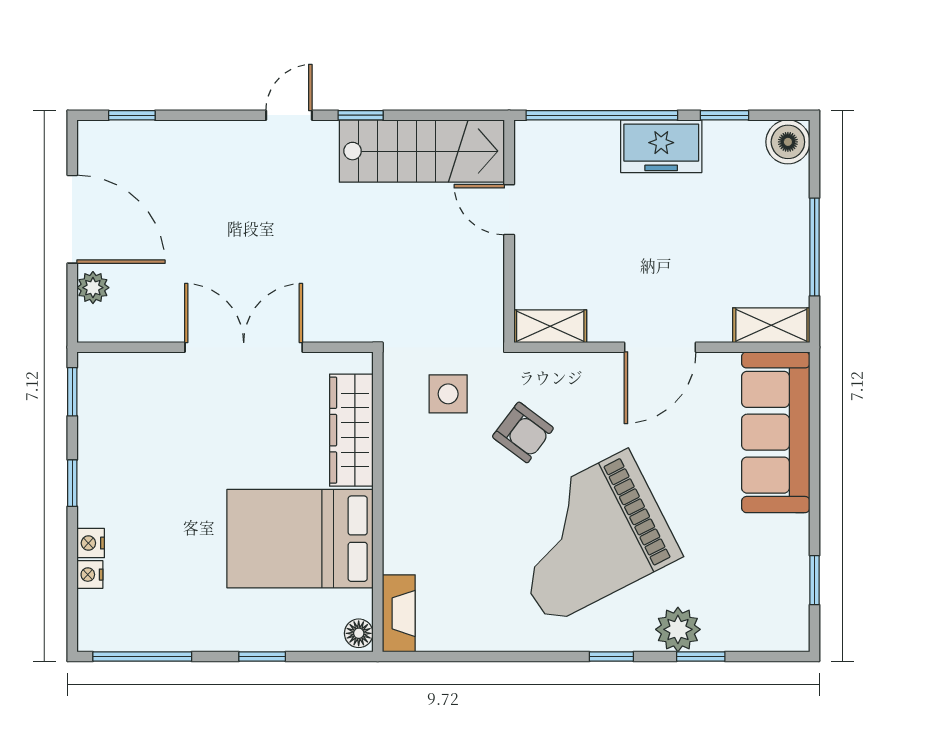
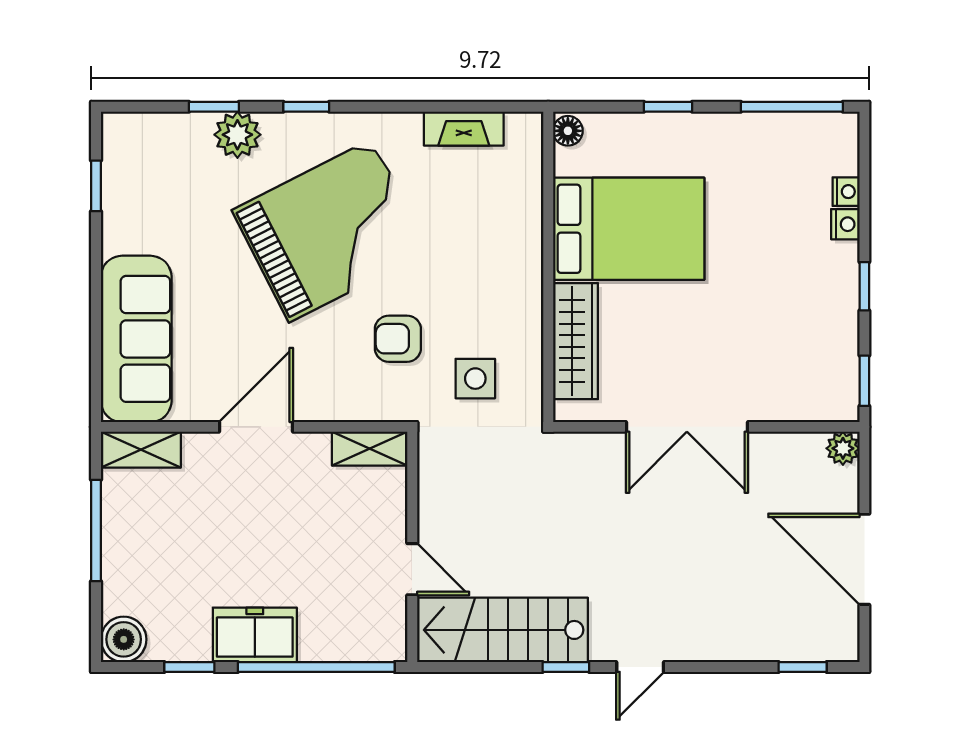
plant: (93, 288) -> (843, 448), moved
armchair: (523, 432) -> (398, 339), turned -37
fireplace: (399, 613) -> (464, 129), moved, turned -90

